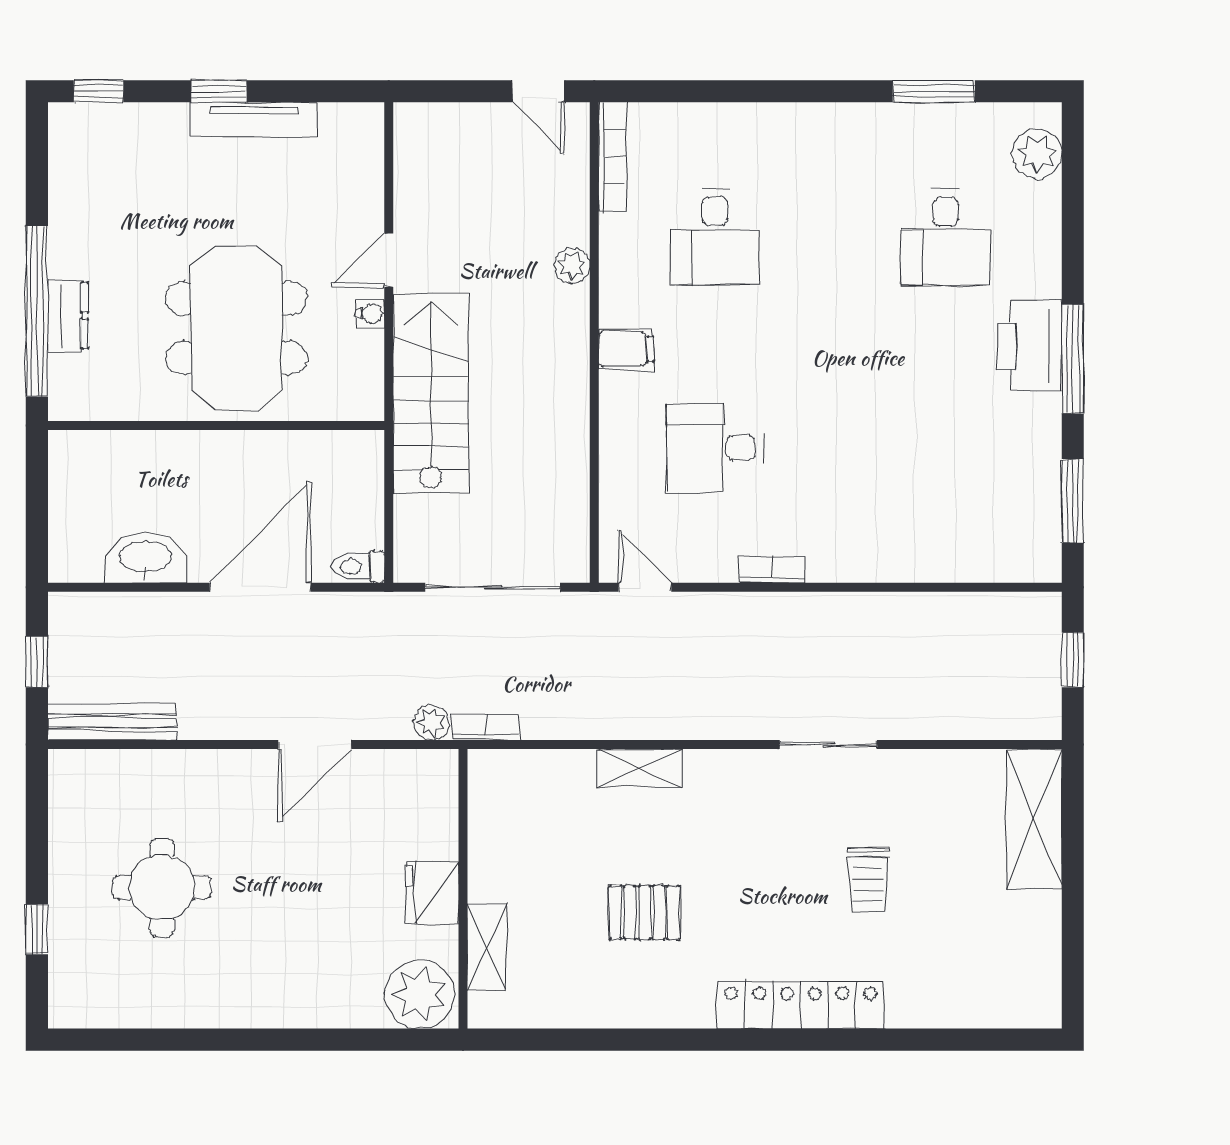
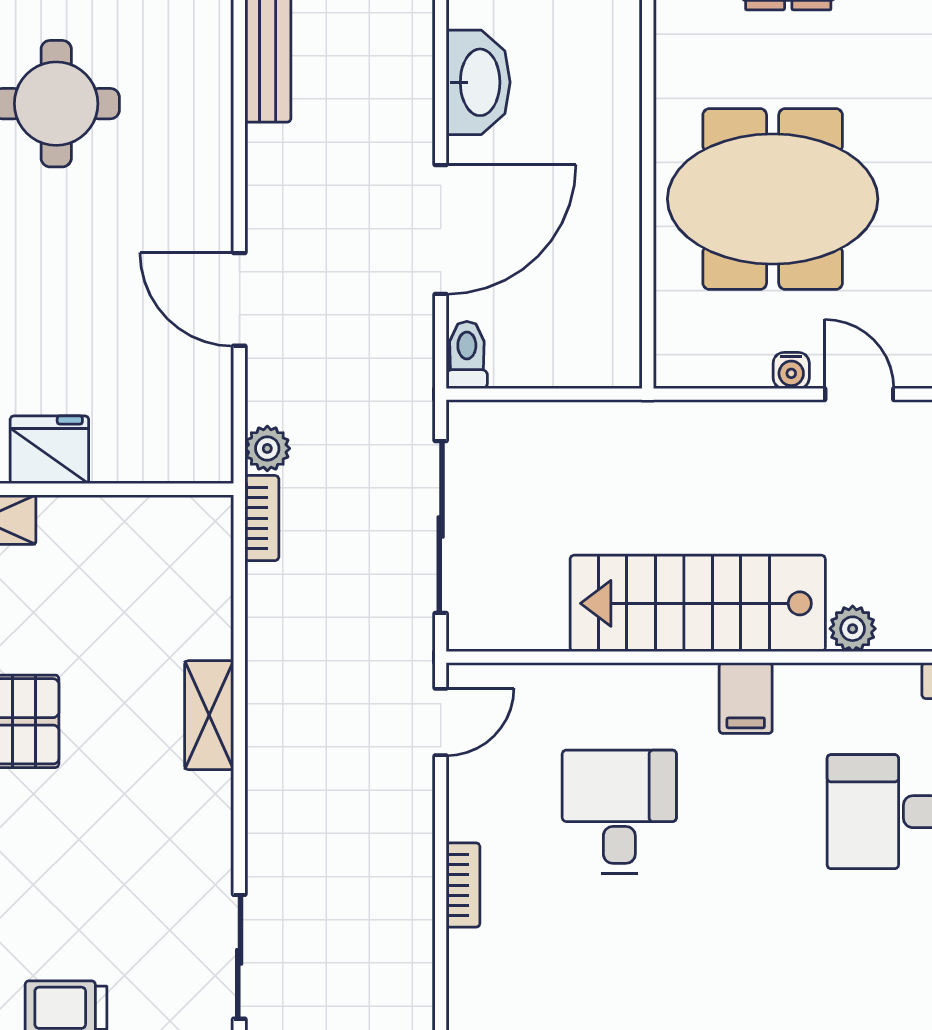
stairs: (431, 393) -> (698, 603), moved, turned 180
door: (260, 587) -> (441, 229), hinge flipped

